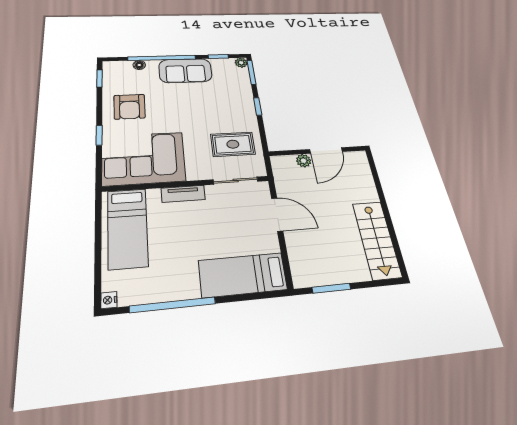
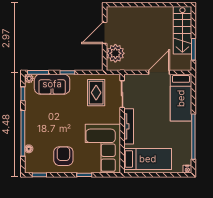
sofa: (185, 71) -> (52, 84), moved, turned 90
armchair: (129, 107) -> (63, 156), turned -90
door: (326, 150) -> (105, 33), swing flipped
plant: (304, 161) -> (115, 53), width x1.88, depth x1.88
tv unit: (183, 194) -> (129, 126), width x1.41
door: (277, 214) -> (159, 72), moved
stairs: (377, 240) -> (182, 30), moved, turned 90

